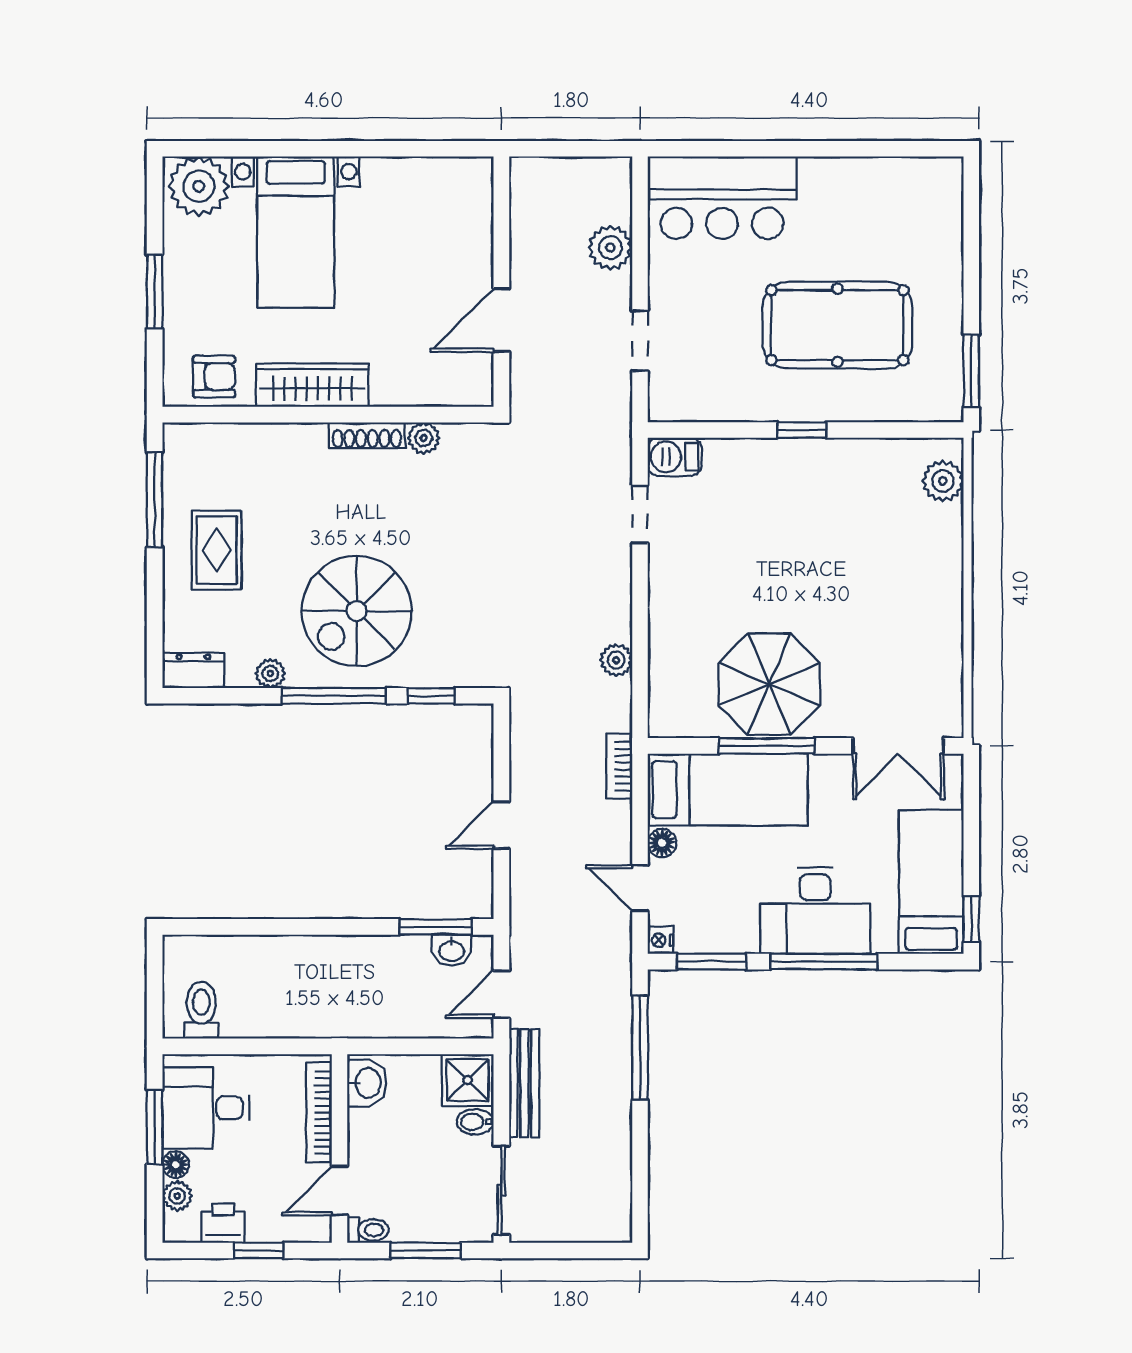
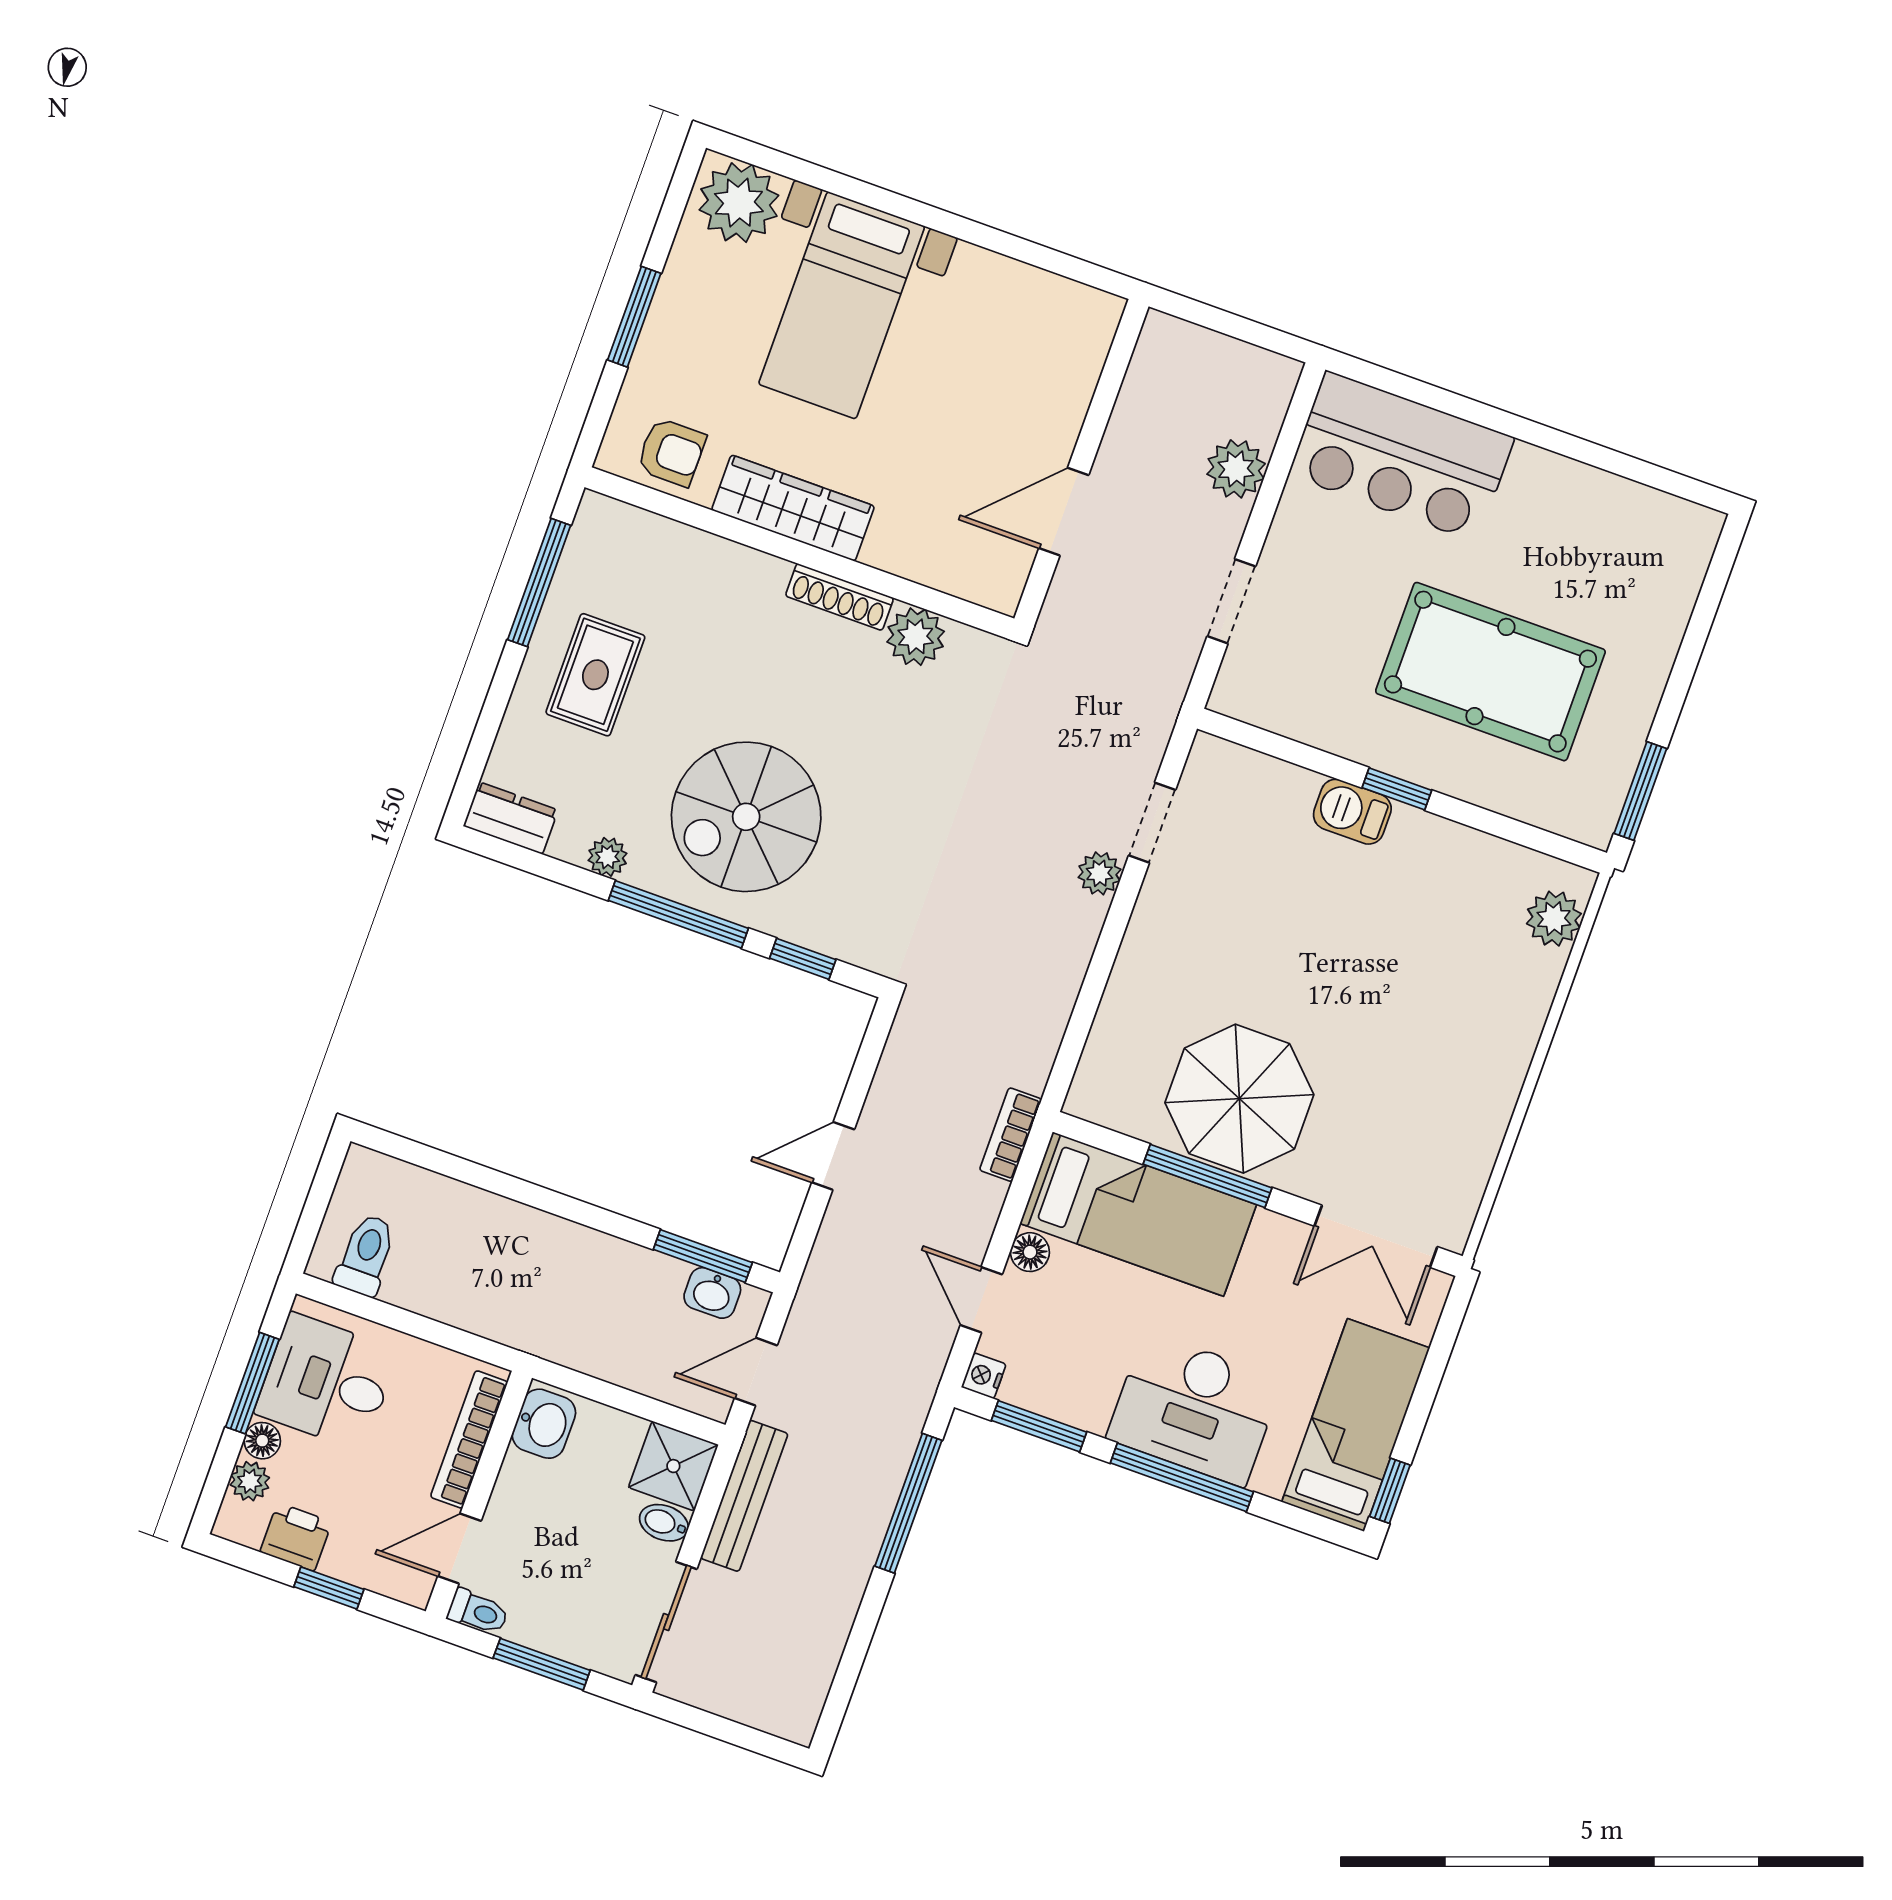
plant: (424, 438) -> (916, 637), width x1.38, depth x1.38
barbecue: (675, 457) -> (1352, 812), moved
plant: (616, 660) -> (1100, 873), moved

